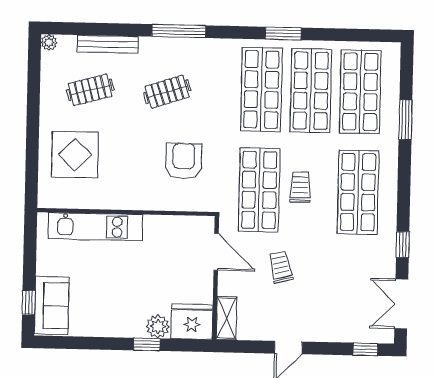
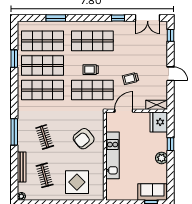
window: (283, 33) -> (14, 59), moved
armchair: (184, 161) -> (84, 139), moved, turned -39
kitchen unit: (95, 227) -> (113, 155), moved
plant: (158, 326) -> (162, 158), moved

